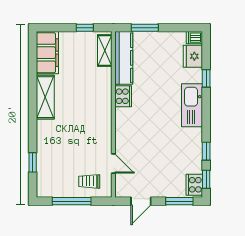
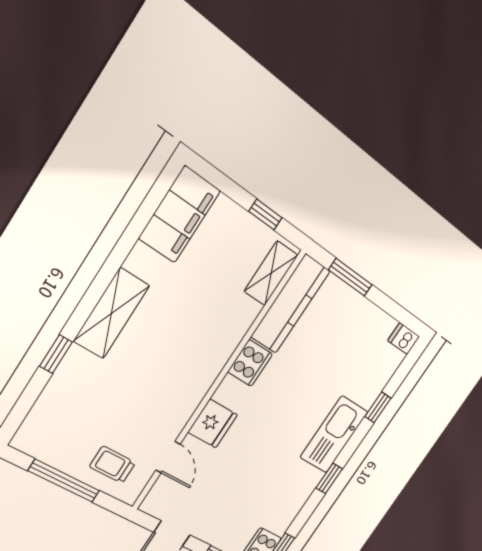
fridge: (193, 56) -> (213, 423), moved, turned 180
shelving: (45, 97) -> (112, 313), moved
window: (206, 151) -> (329, 478), moved
window: (33, 162) -> (56, 354), moved

